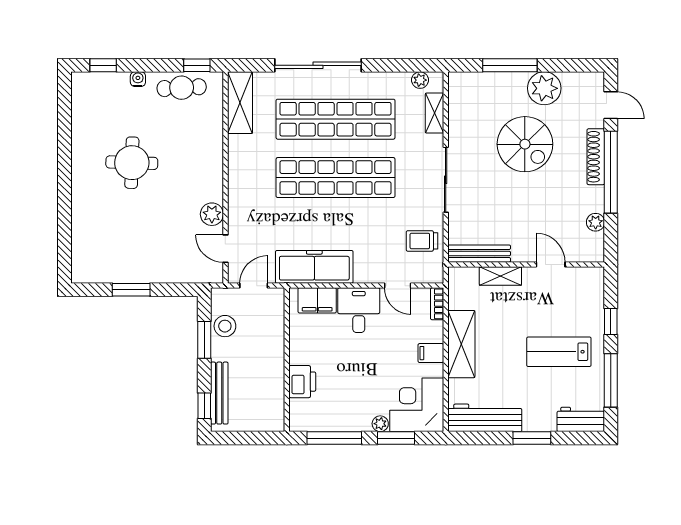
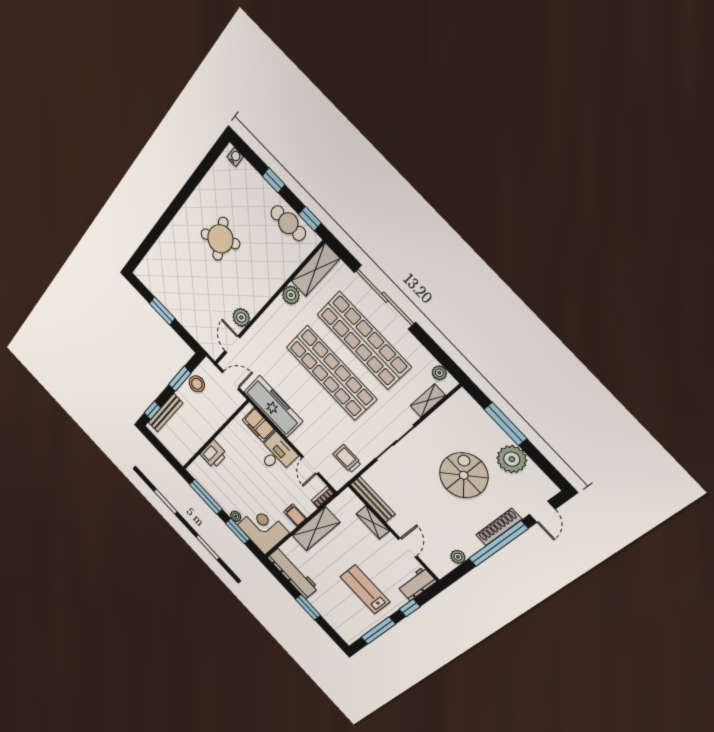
window: (103, 65) -> (273, 180), moved
water cooler: (138, 79) -> (235, 157), moved
spiral stairs: (525, 144) -> (464, 475), turned 180
plant: (238, 146) -> (291, 295), added
round table: (132, 163) -> (220, 239), turned -31
workbench: (581, 419) -> (417, 584), moved, turned -90

